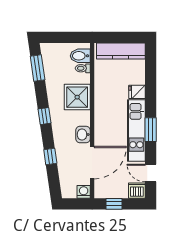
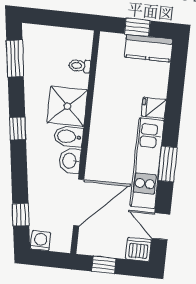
window: (120, 37) -> (137, 27), added
kitchen counter: (121, 51) -> (149, 48), width x0.67
bidet: (80, 56) -> (68, 137), moved
window: (50, 157) -> (21, 215), moved
washing machine: (84, 192) -> (41, 241), moved

